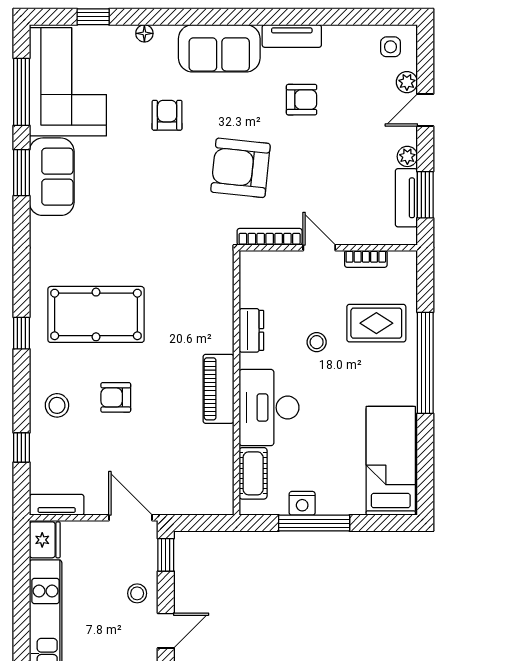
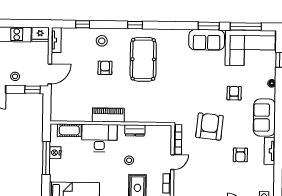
armchair: (167, 115) -> (234, 93), turned -90

